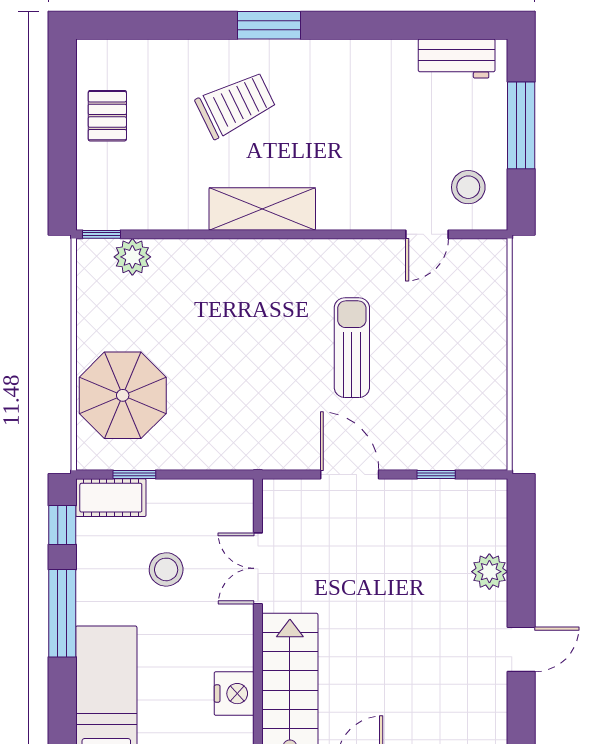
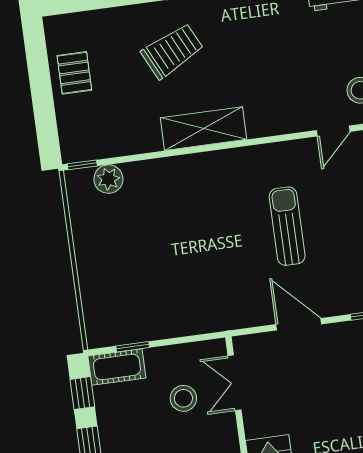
parasol: (123, 395) -> (115, 287), removed
double door: (258, 568) -> (234, 383), moved
stool: (166, 569) -> (183, 398), moved

